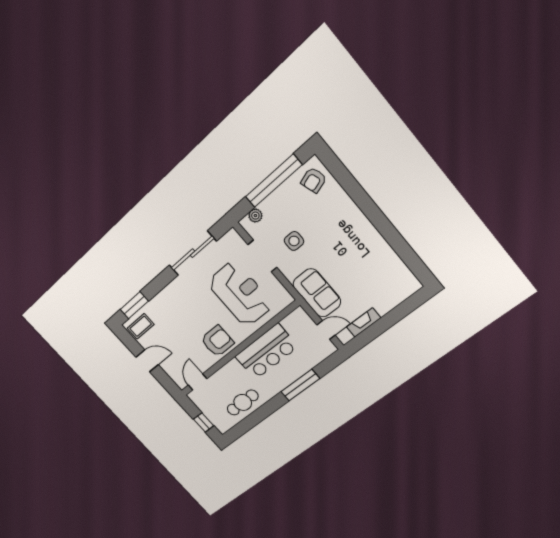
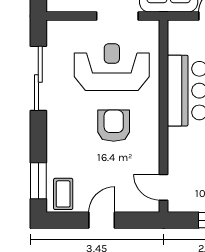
doorway: (262, 256) -> (117, 16), moved
armchair: (217, 341) -> (114, 126), moved

